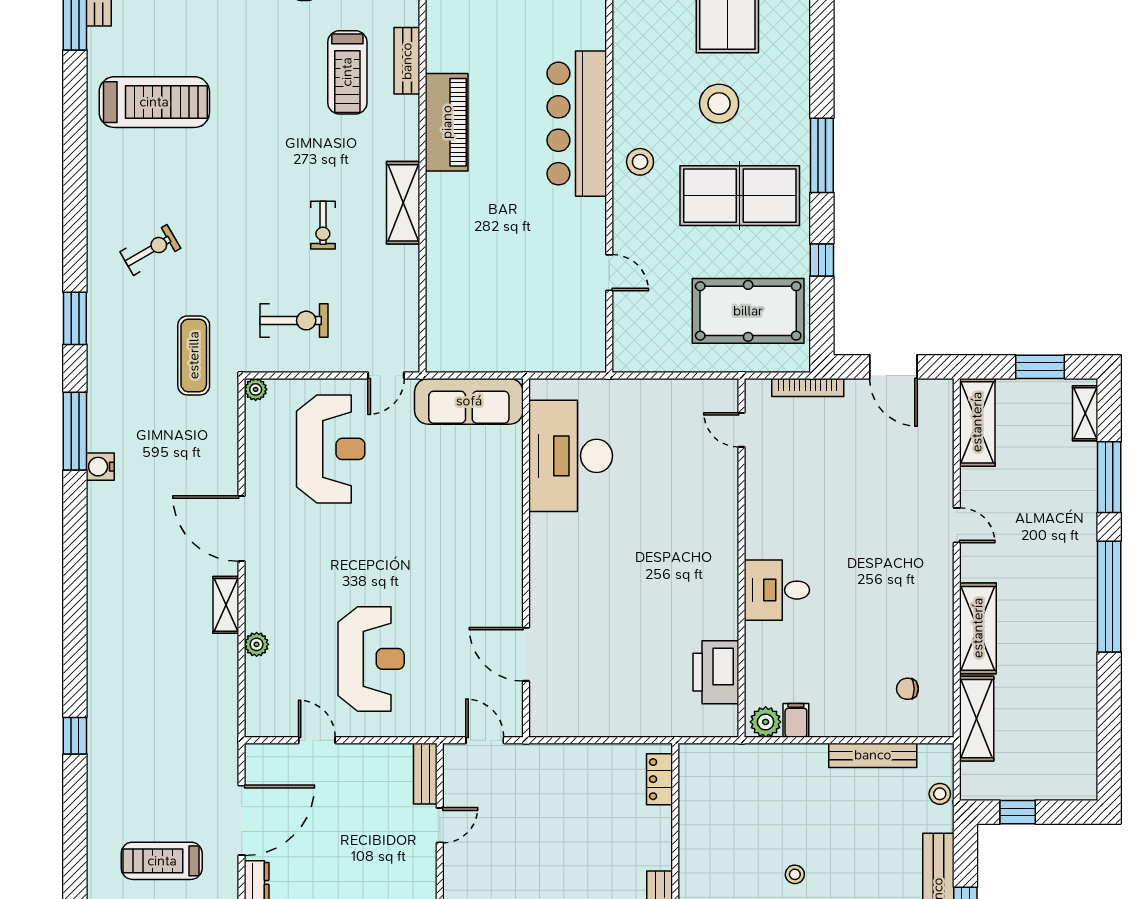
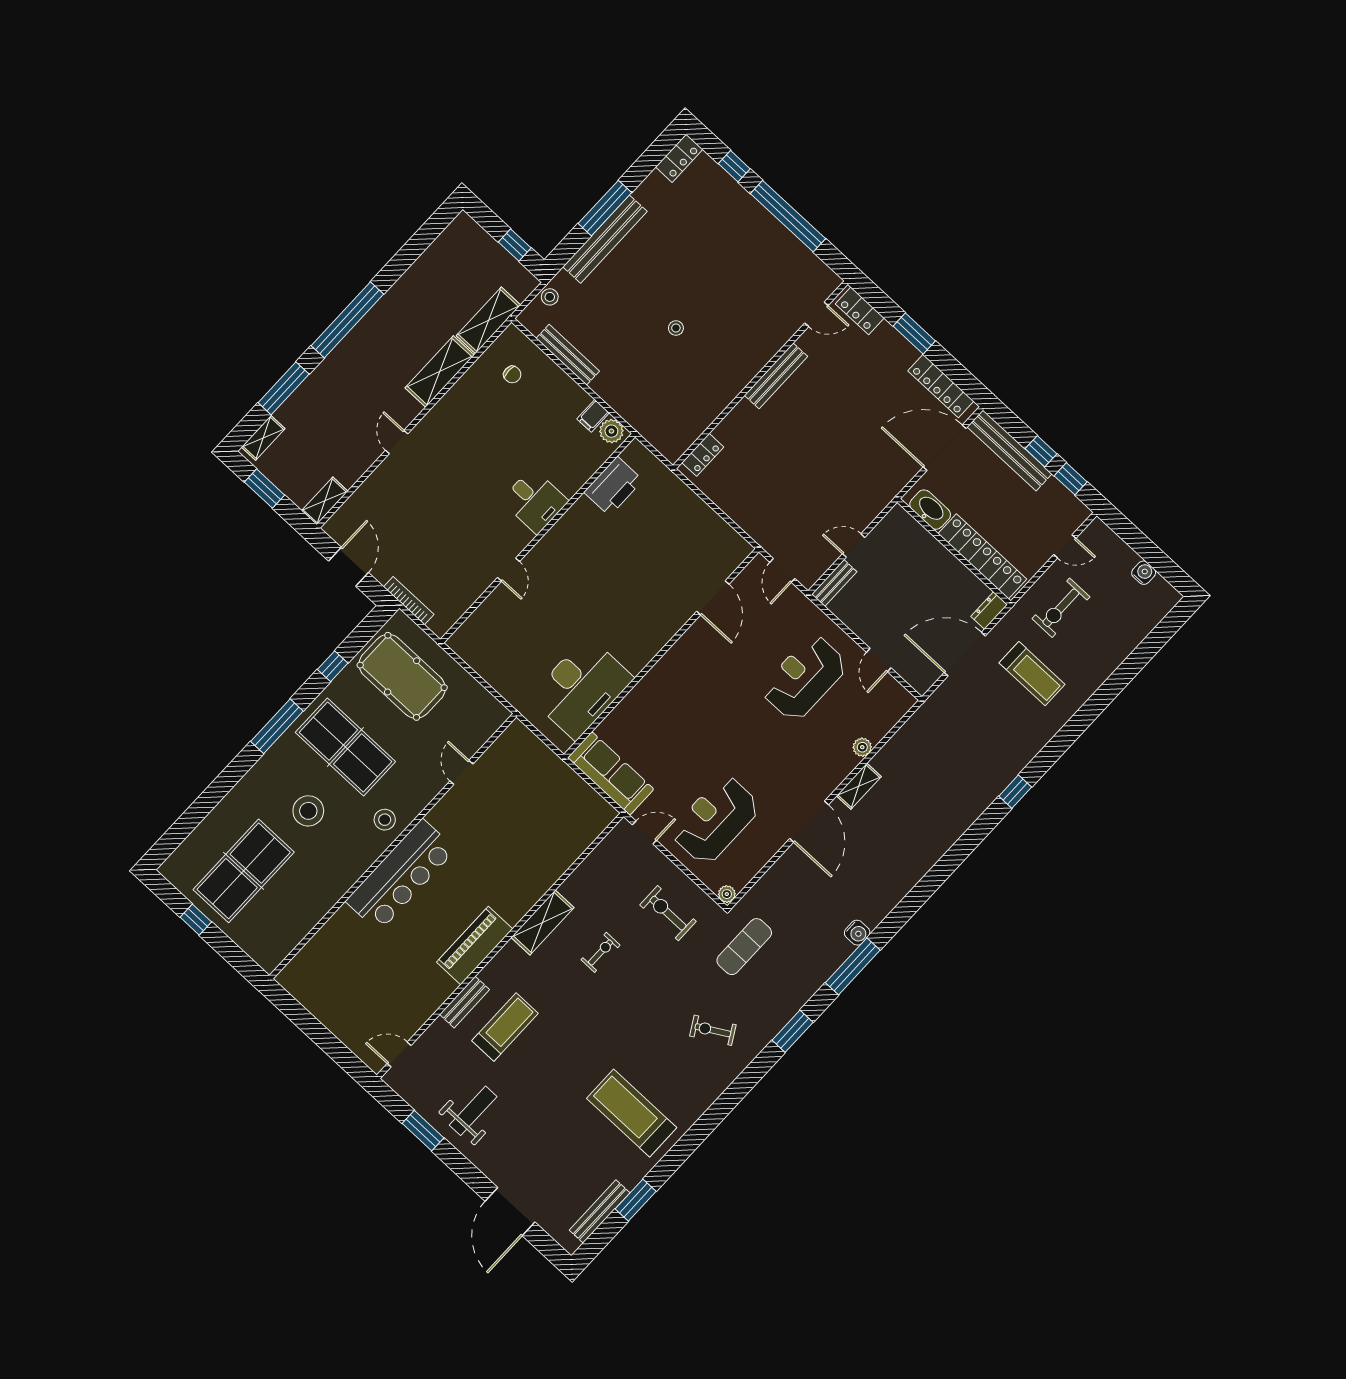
shelving: (977, 422) -> (325, 501), width x0.67, depth x0.75
door: (741, 430) -> (509, 570), moved

